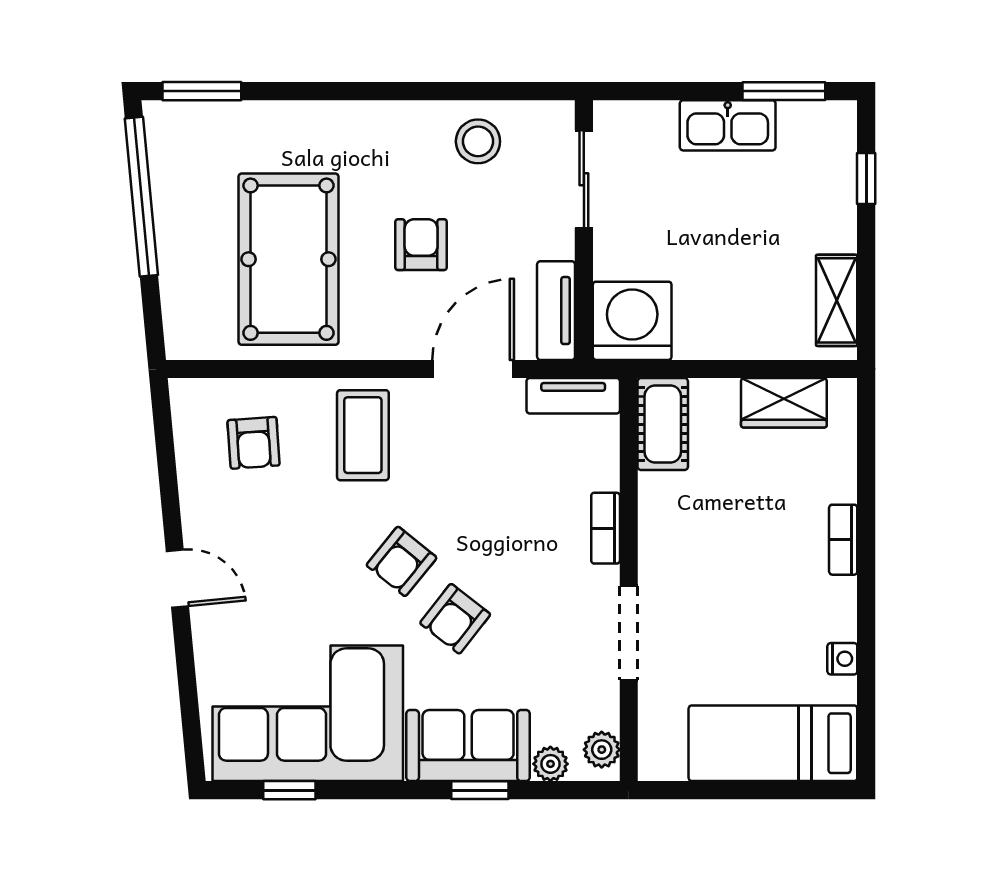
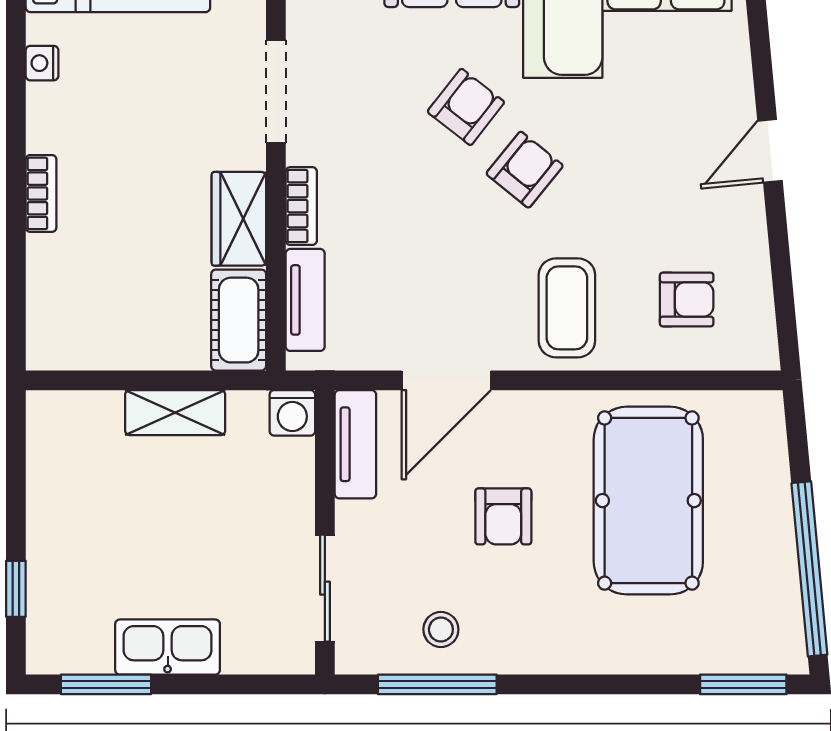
window: (481, 91) -> (437, 684), added
stool: (478, 141) -> (441, 629), width x0.73, depth x0.73
shelving: (837, 300) -> (175, 413), moved, turned 90
washing machine: (632, 321) -> (292, 413), width x0.53, depth x0.53
tv unit: (573, 396) -> (305, 300), moved, turned 90
wardrobe: (784, 403) -> (239, 219), moved, turned -90
armchair: (254, 443) -> (687, 299), turned 94
door: (177, 579) -> (770, 151), hinge flipped

